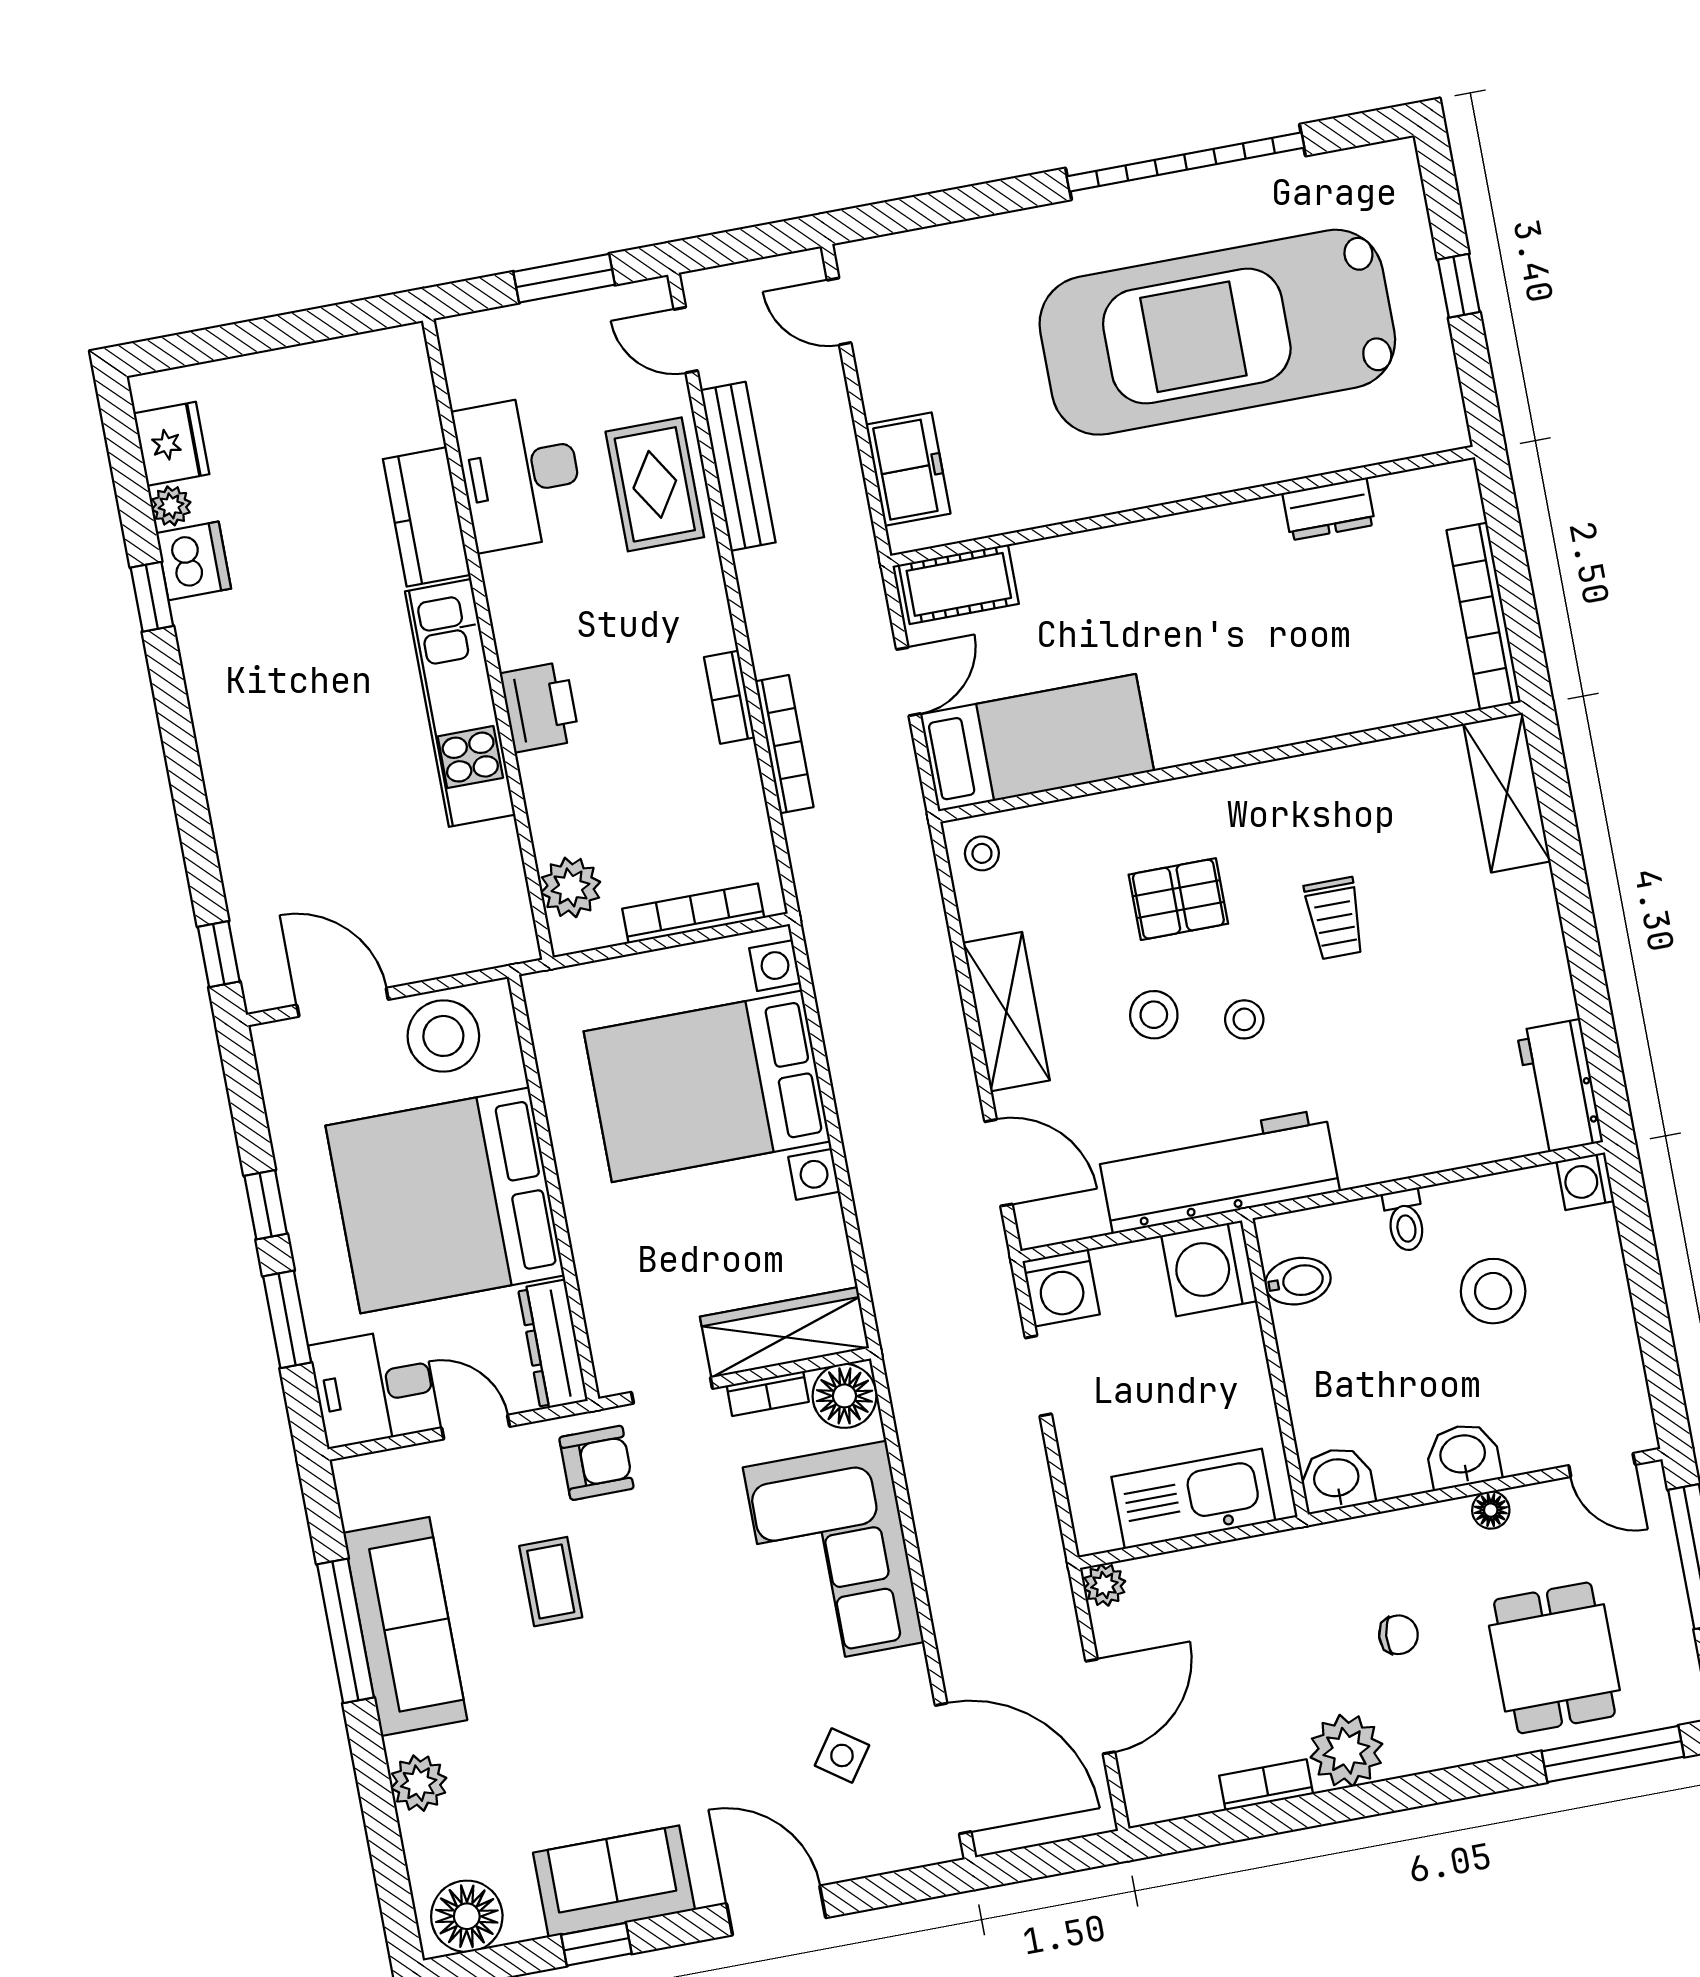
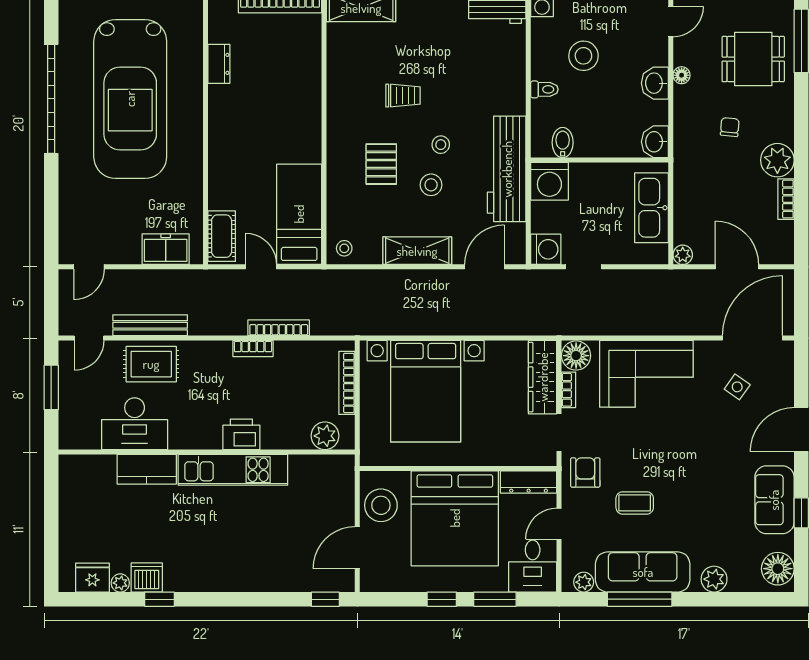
plant: (360, 1504) -> (584, 582), added

